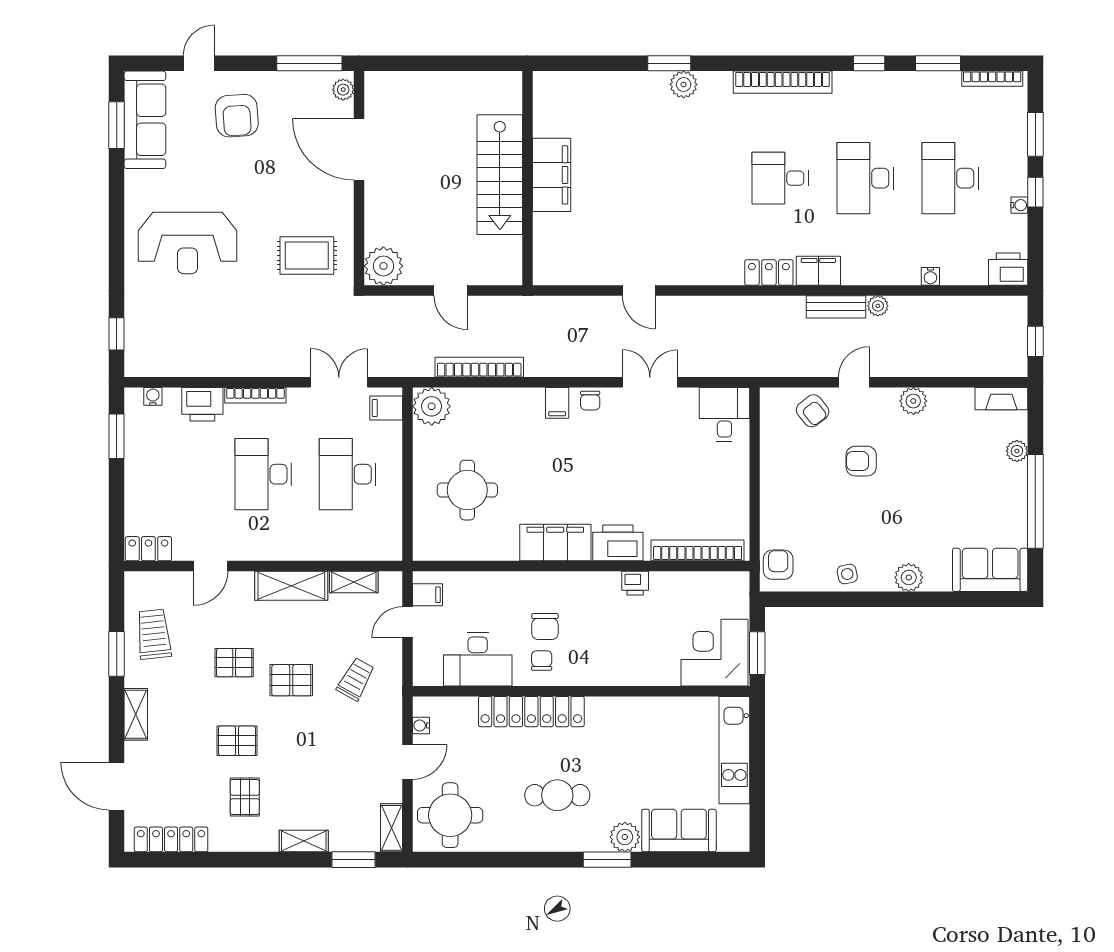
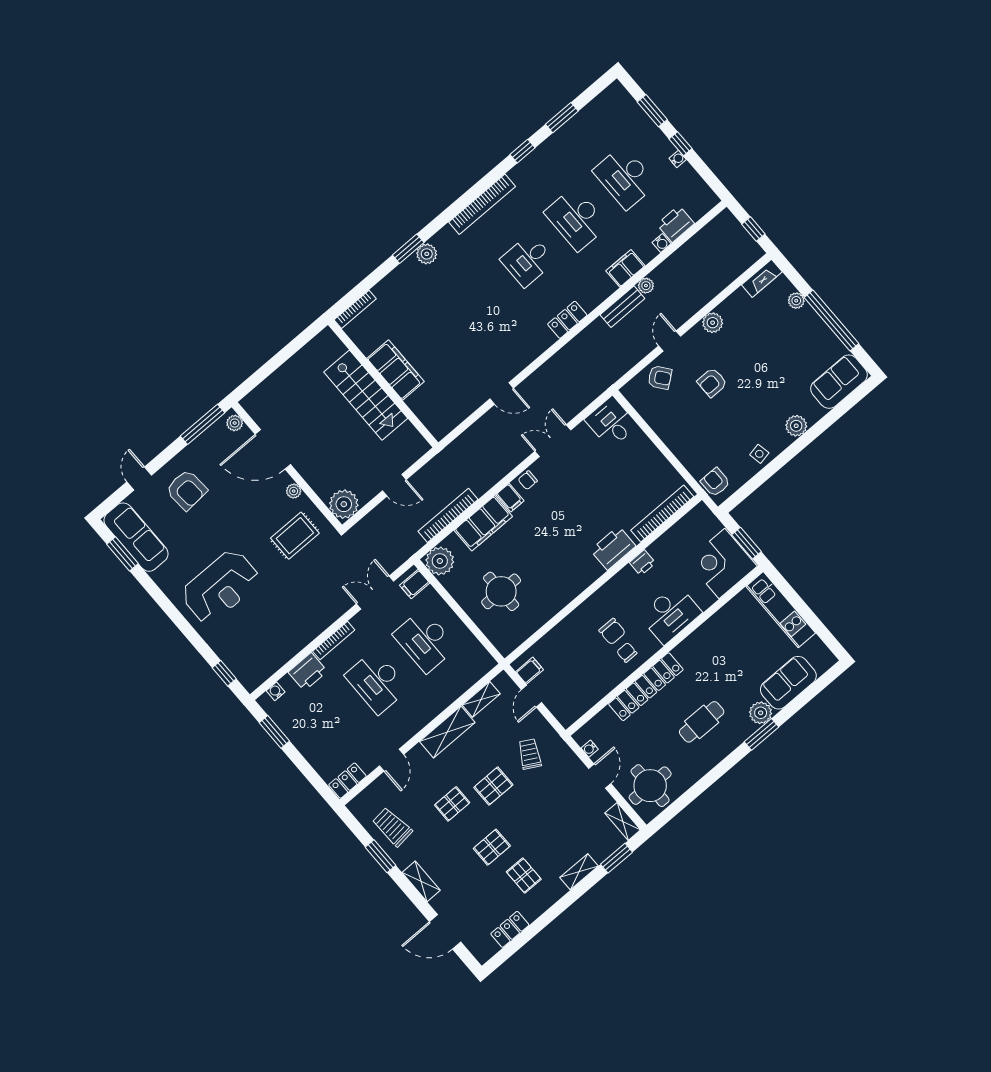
bookcase: (992, 79) -> (355, 309), moved
plant: (344, 209) -> (294, 491), added
printer: (1008, 269) -> (676, 224), moved
filing cabinet: (818, 271) -> (625, 268), moved
chair: (590, 401) -> (528, 480), turned 90
filing cabinet: (555, 543) -> (483, 523), moved, turned 180
desk: (478, 659) -> (670, 614), moved
locker: (171, 839) -> (510, 929), width x0.66

